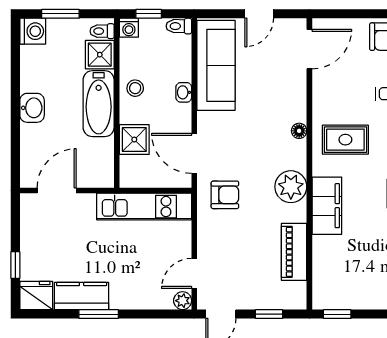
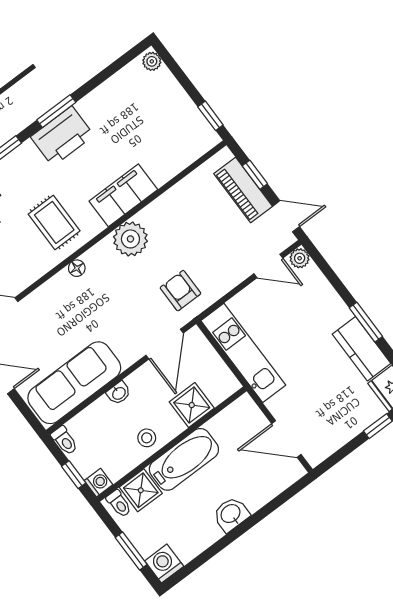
piano: (294, 252) -> (243, 190), moved, turned 90

